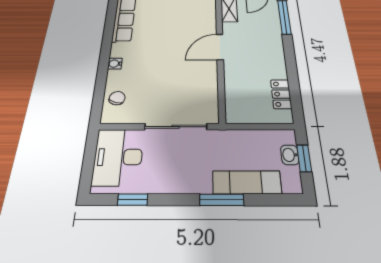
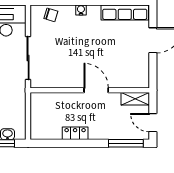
locker: (281, 94) -> (75, 133), moved

